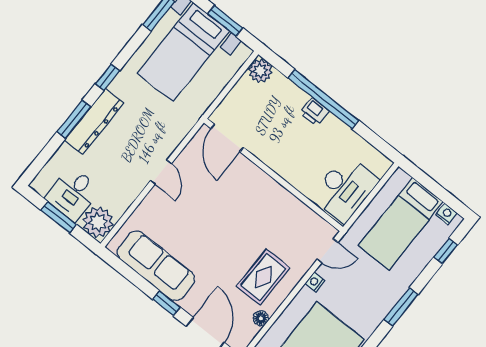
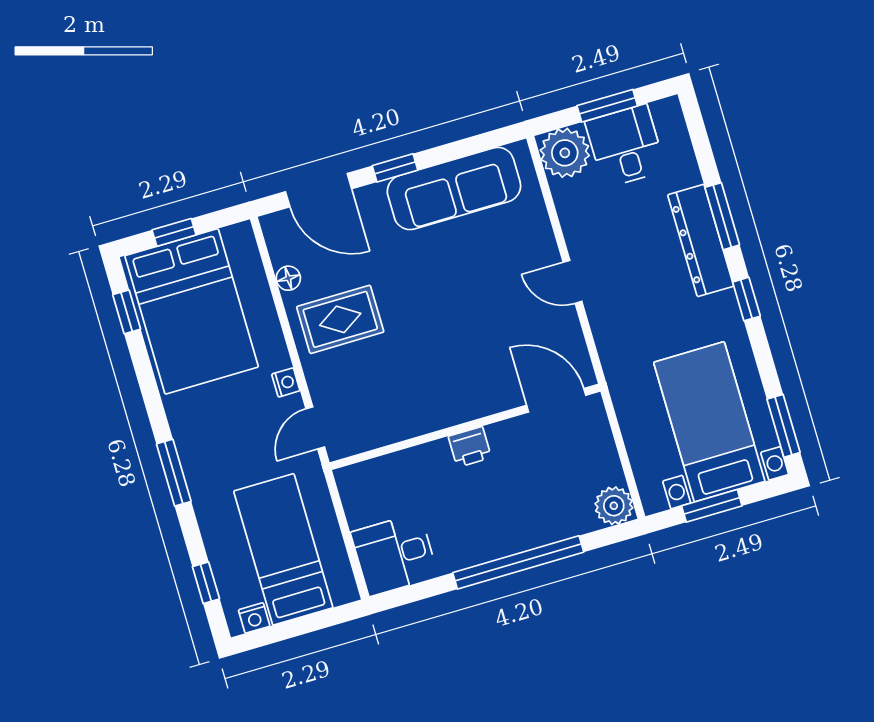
printer: (314, 112) -> (470, 447), moved, turned 180
desk: (345, 189) -> (395, 555), moved, width x0.73
rug: (263, 277) -> (340, 319), turned 90

